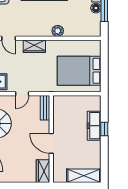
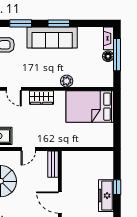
bed: (79, 71) -> (90, 107), moved
freezer: (94, 126) -> (106, 196), moved

